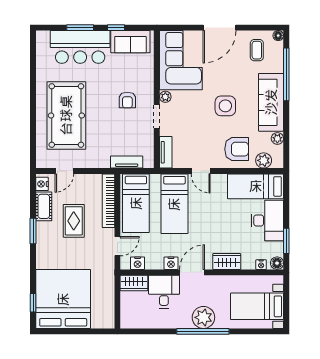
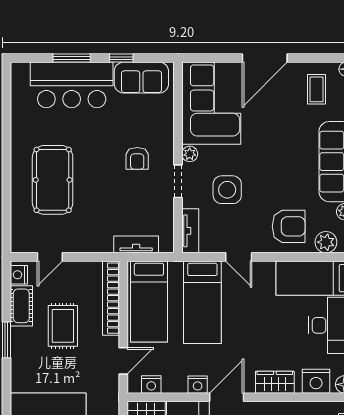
side table: (225, 106) -> (227, 190), moved
pool table: (66, 115) -> (53, 180), width x0.73, depth x0.76
nightstand: (261, 265) -> (316, 381), width x1.89, depth x1.79

